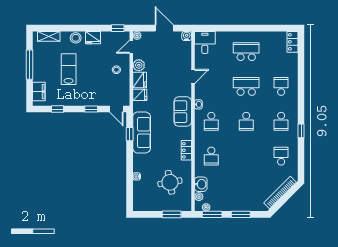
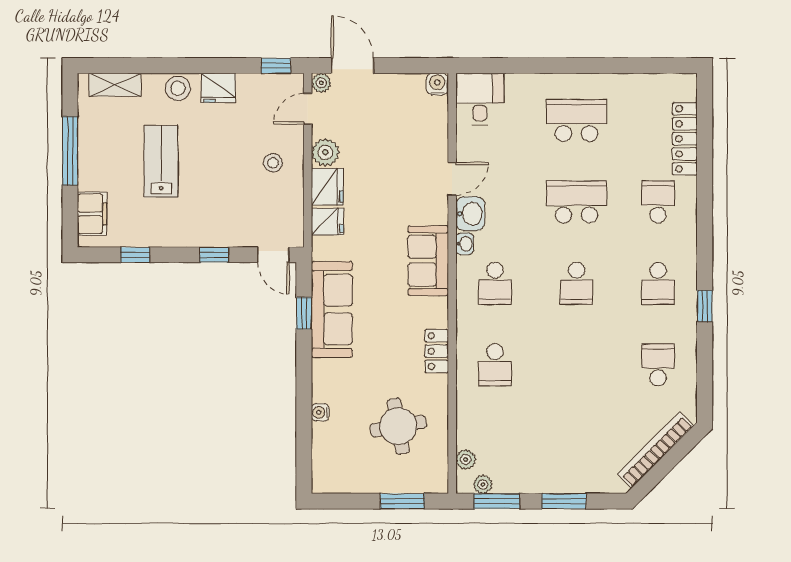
door: (164, 28) -> (352, 66), moved
locker: (293, 42) -> (685, 139), moved, width x1.53
washbasin: (201, 184) -> (470, 214), moved

